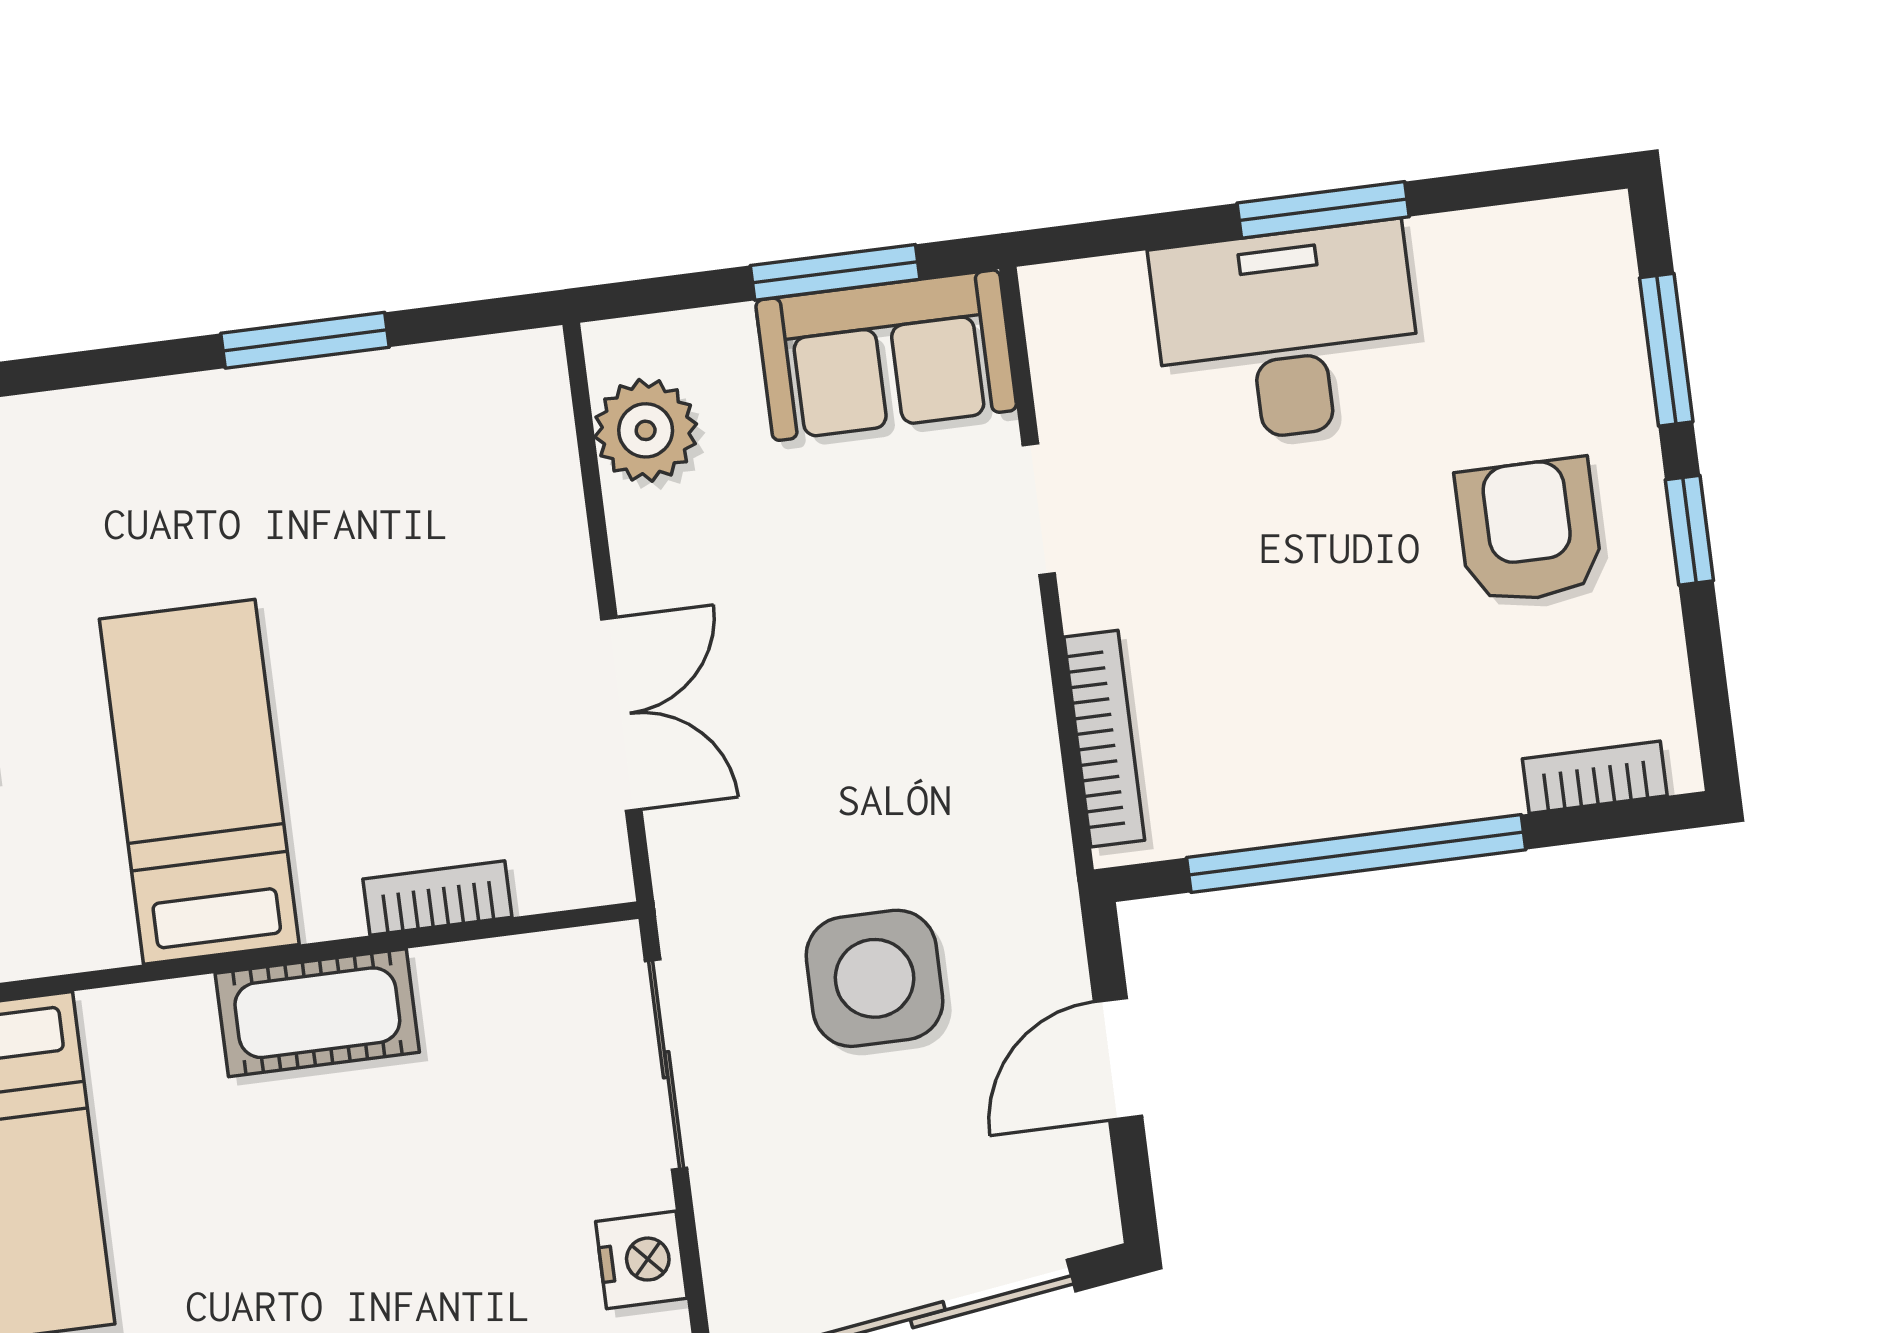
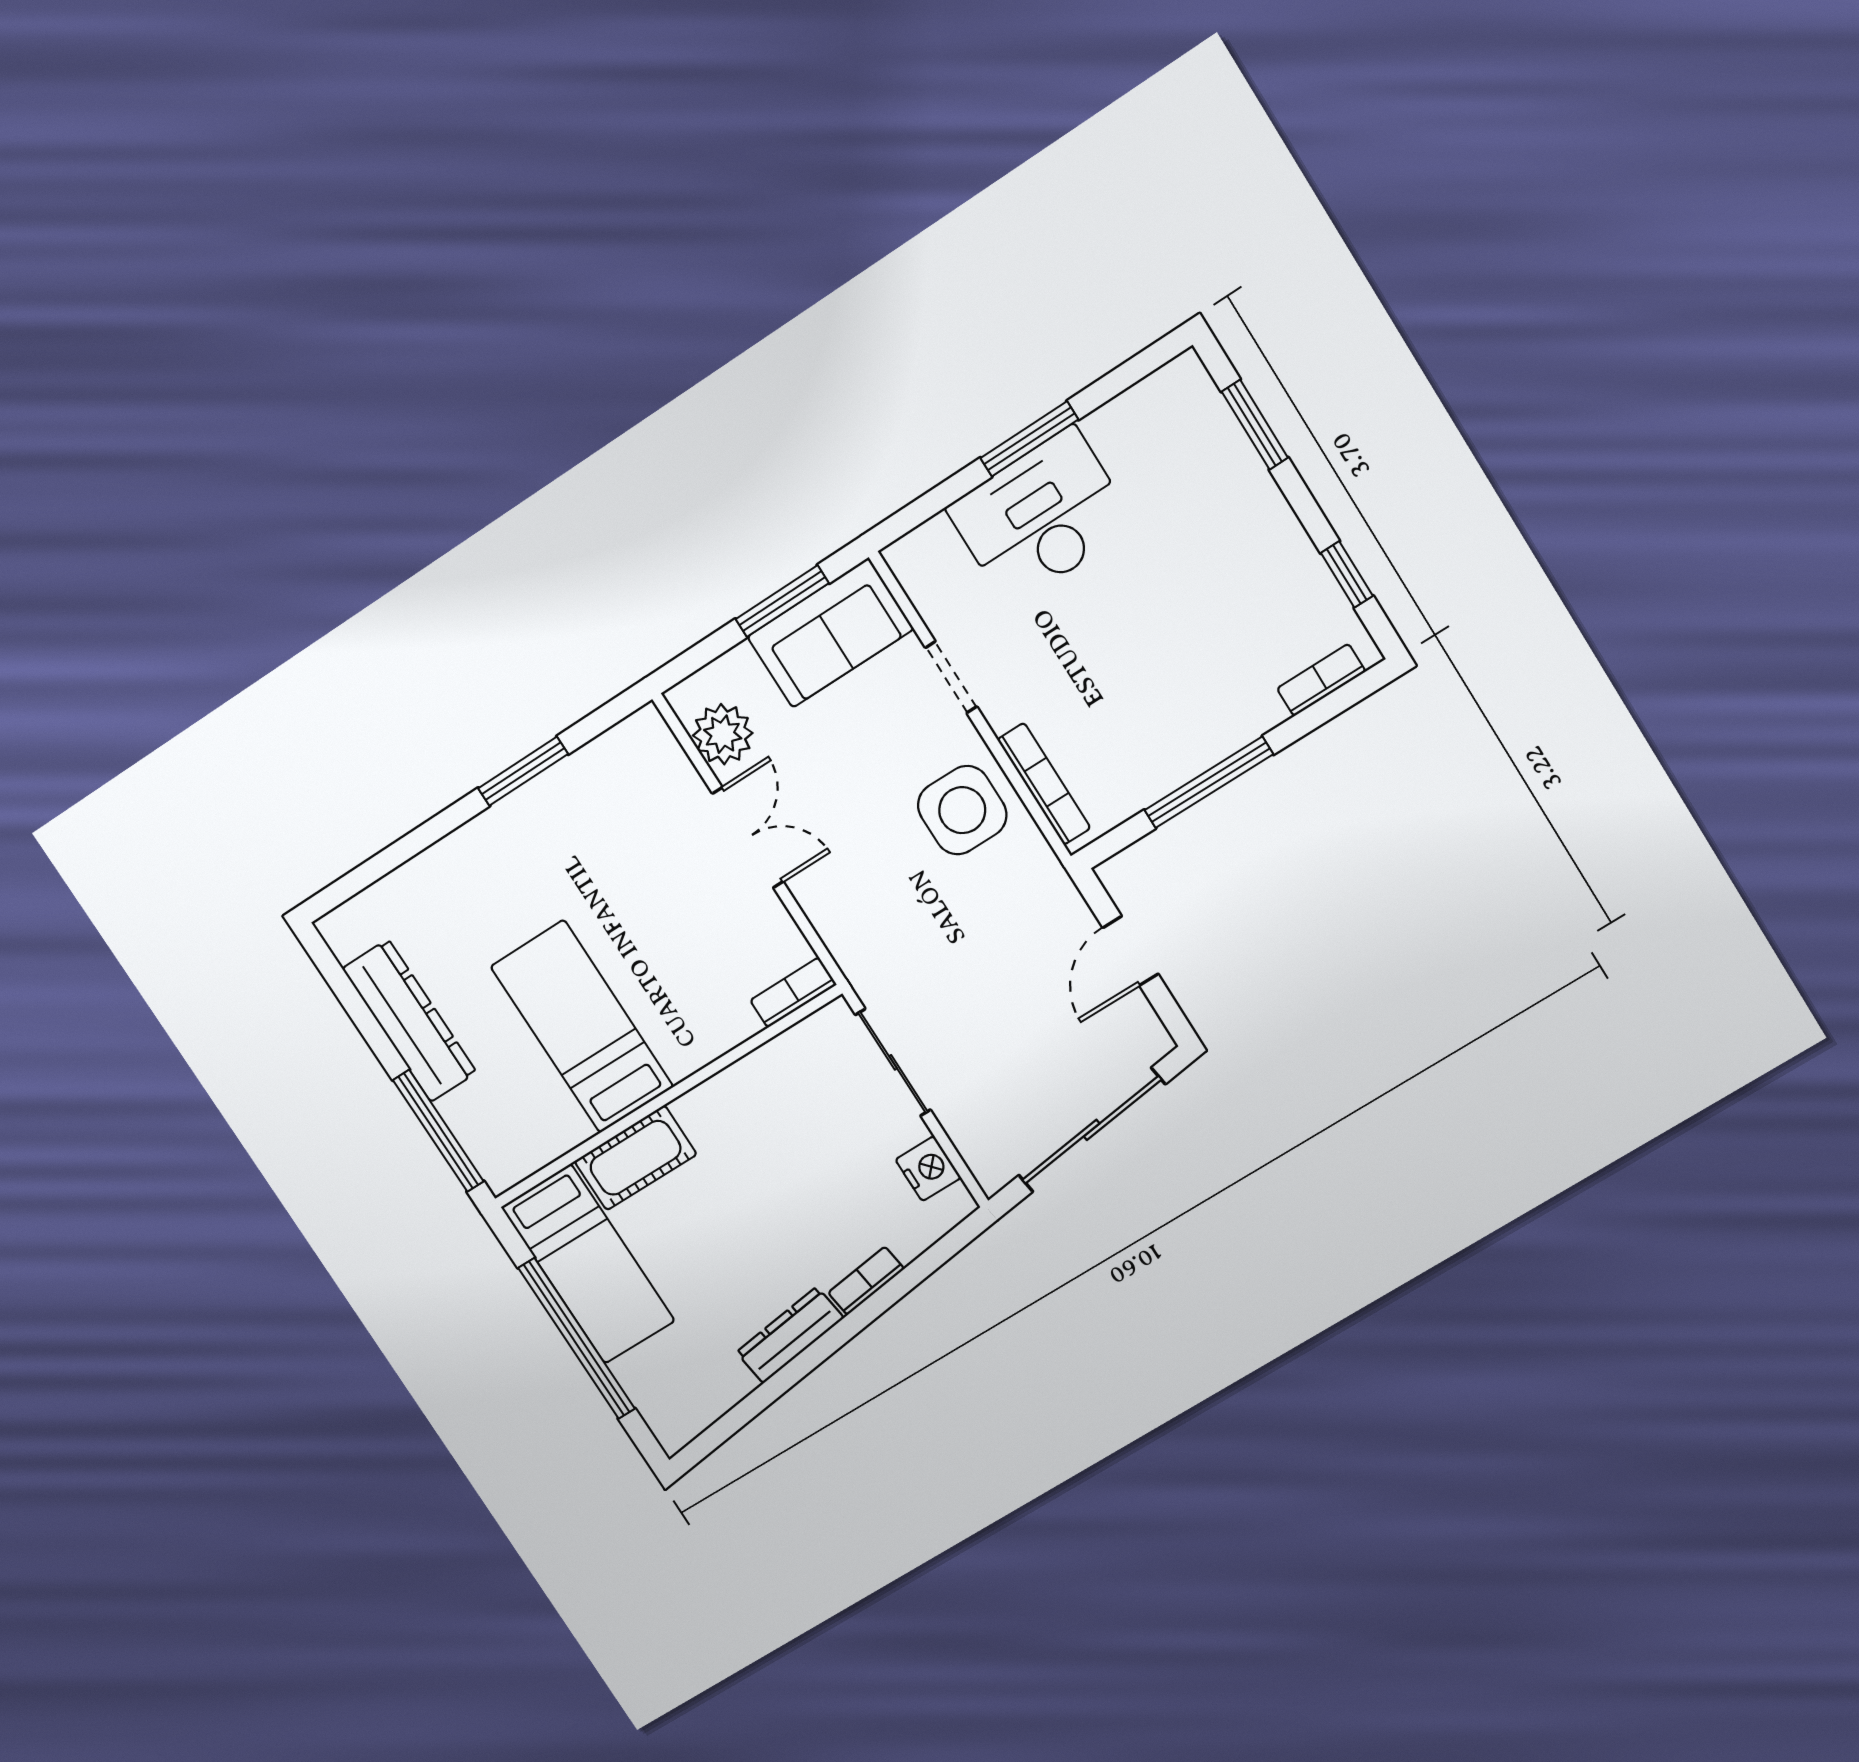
window: (1689, 530) -> (1347, 574), moved
armchair: (1529, 531) -> (1224, 562), removed
double door: (621, 714) -> (748, 838), moved
window: (1356, 854) -> (1209, 782), width x0.68
bookcase: (437, 898) -> (793, 992), moved
side table: (875, 978) -> (962, 810), moved
cot: (317, 1013) -> (635, 1158), moved

